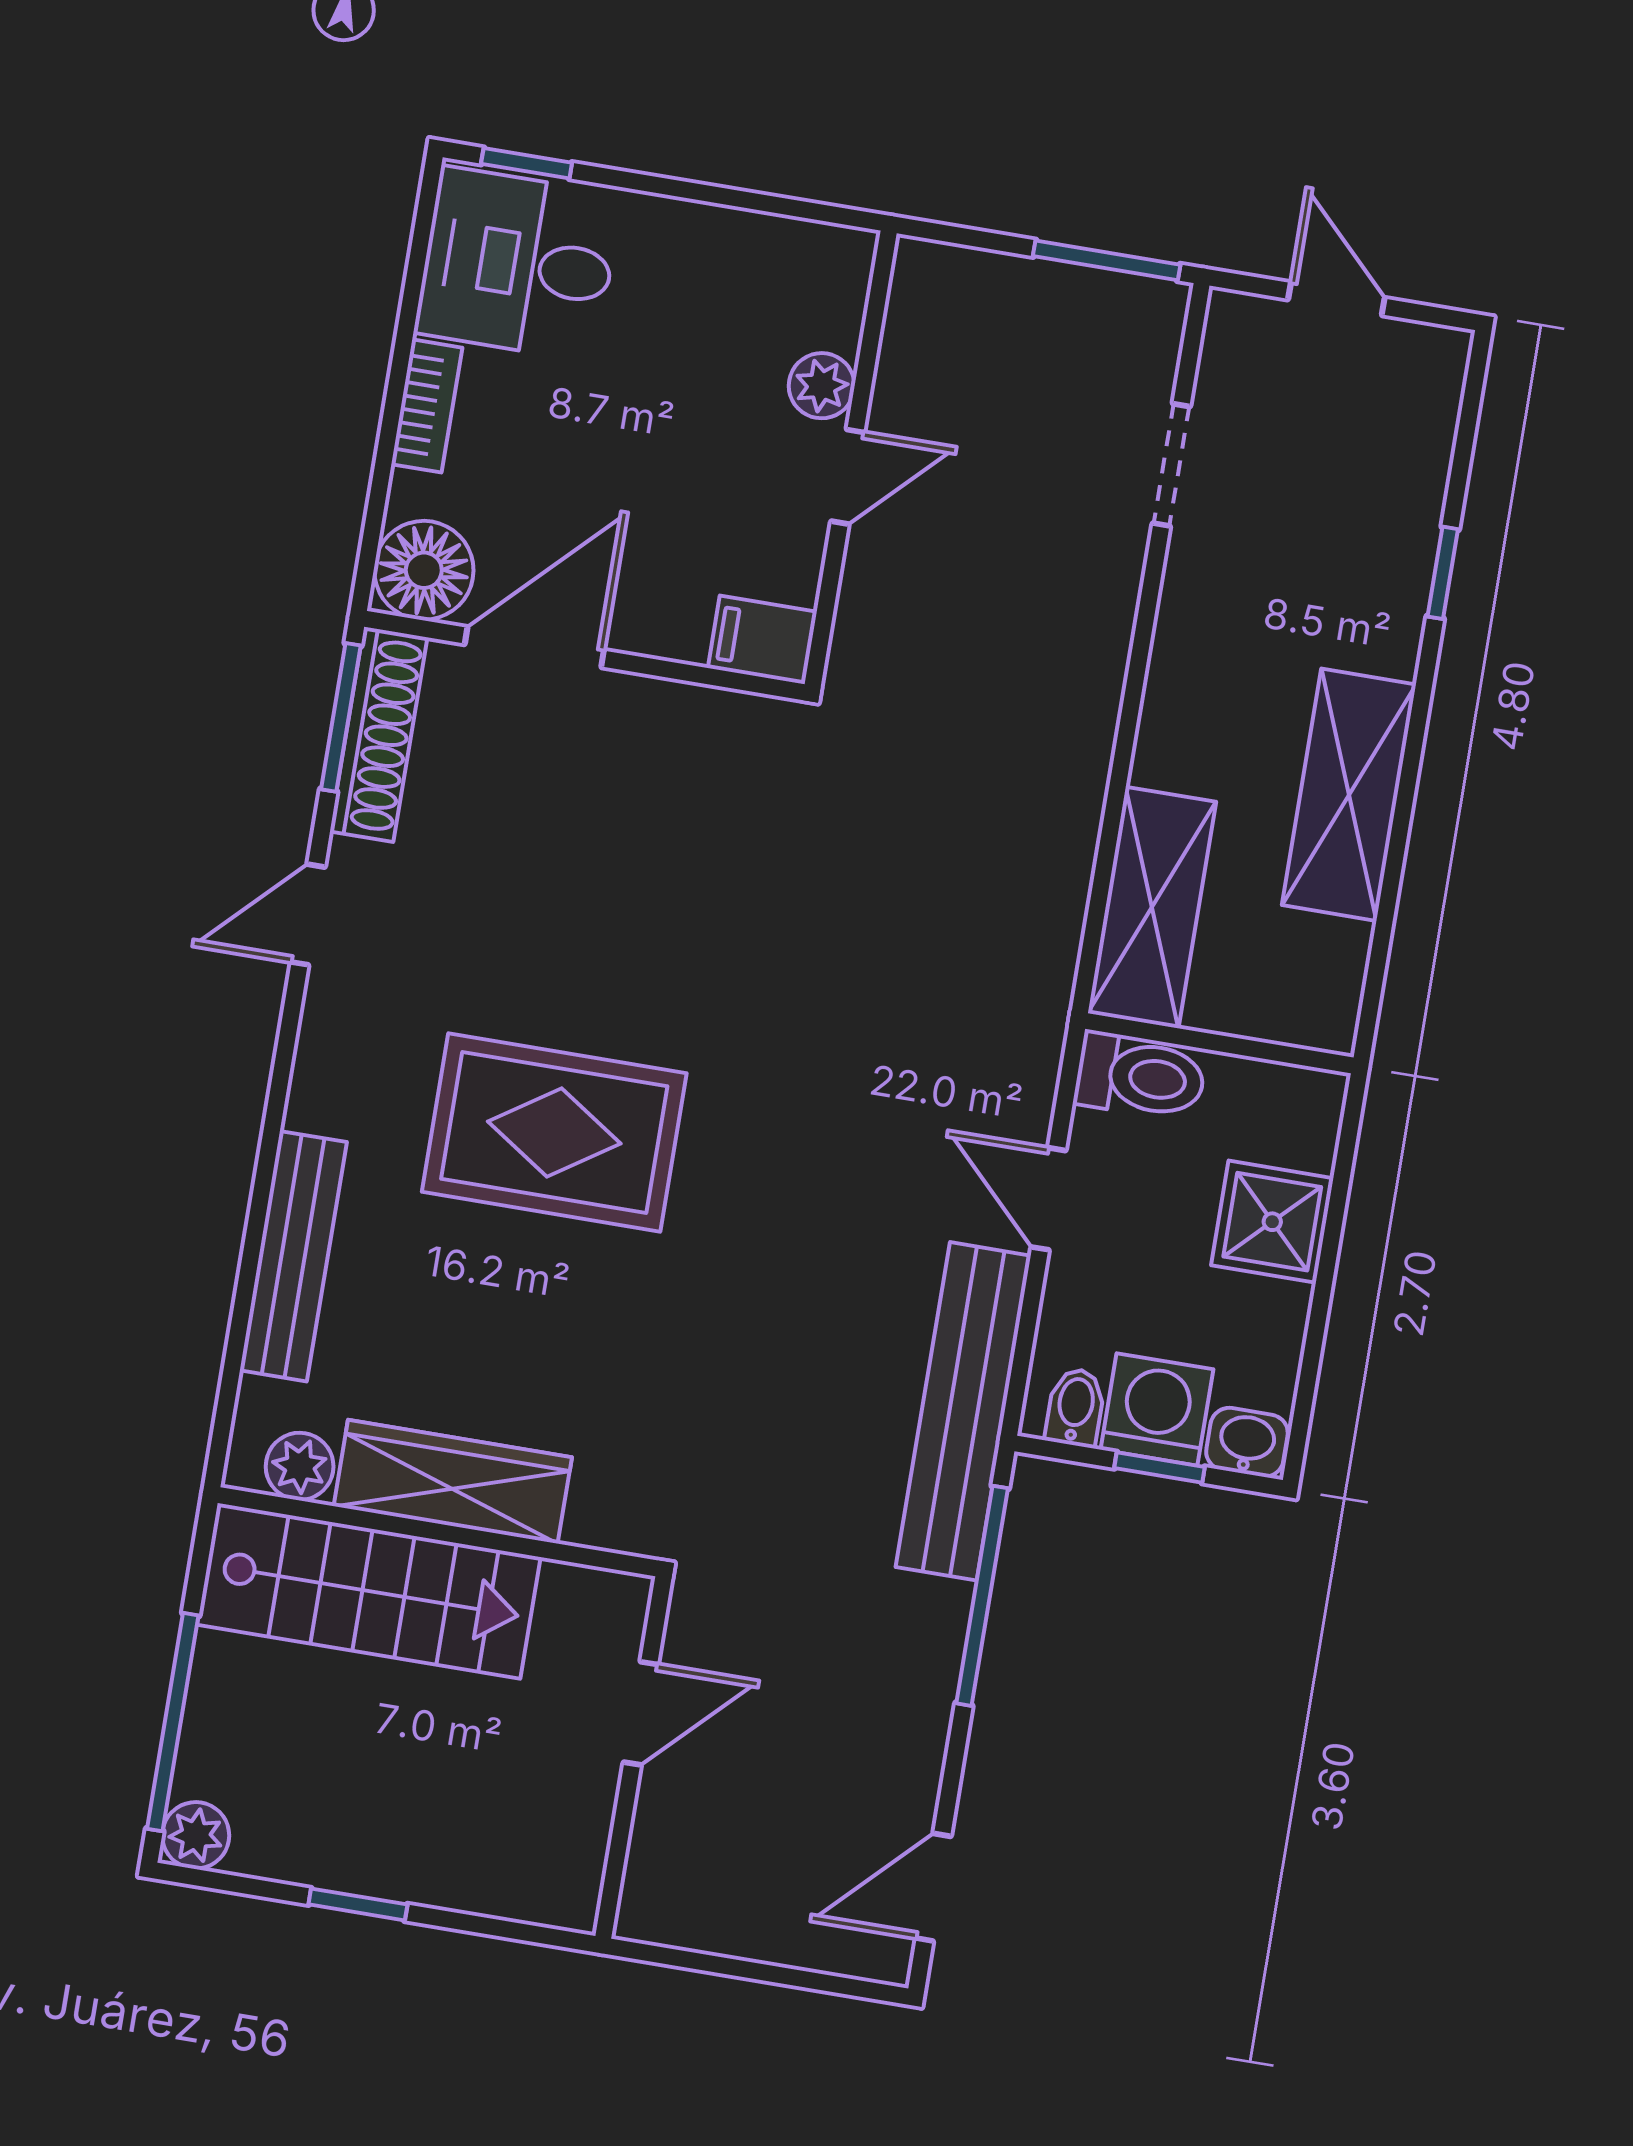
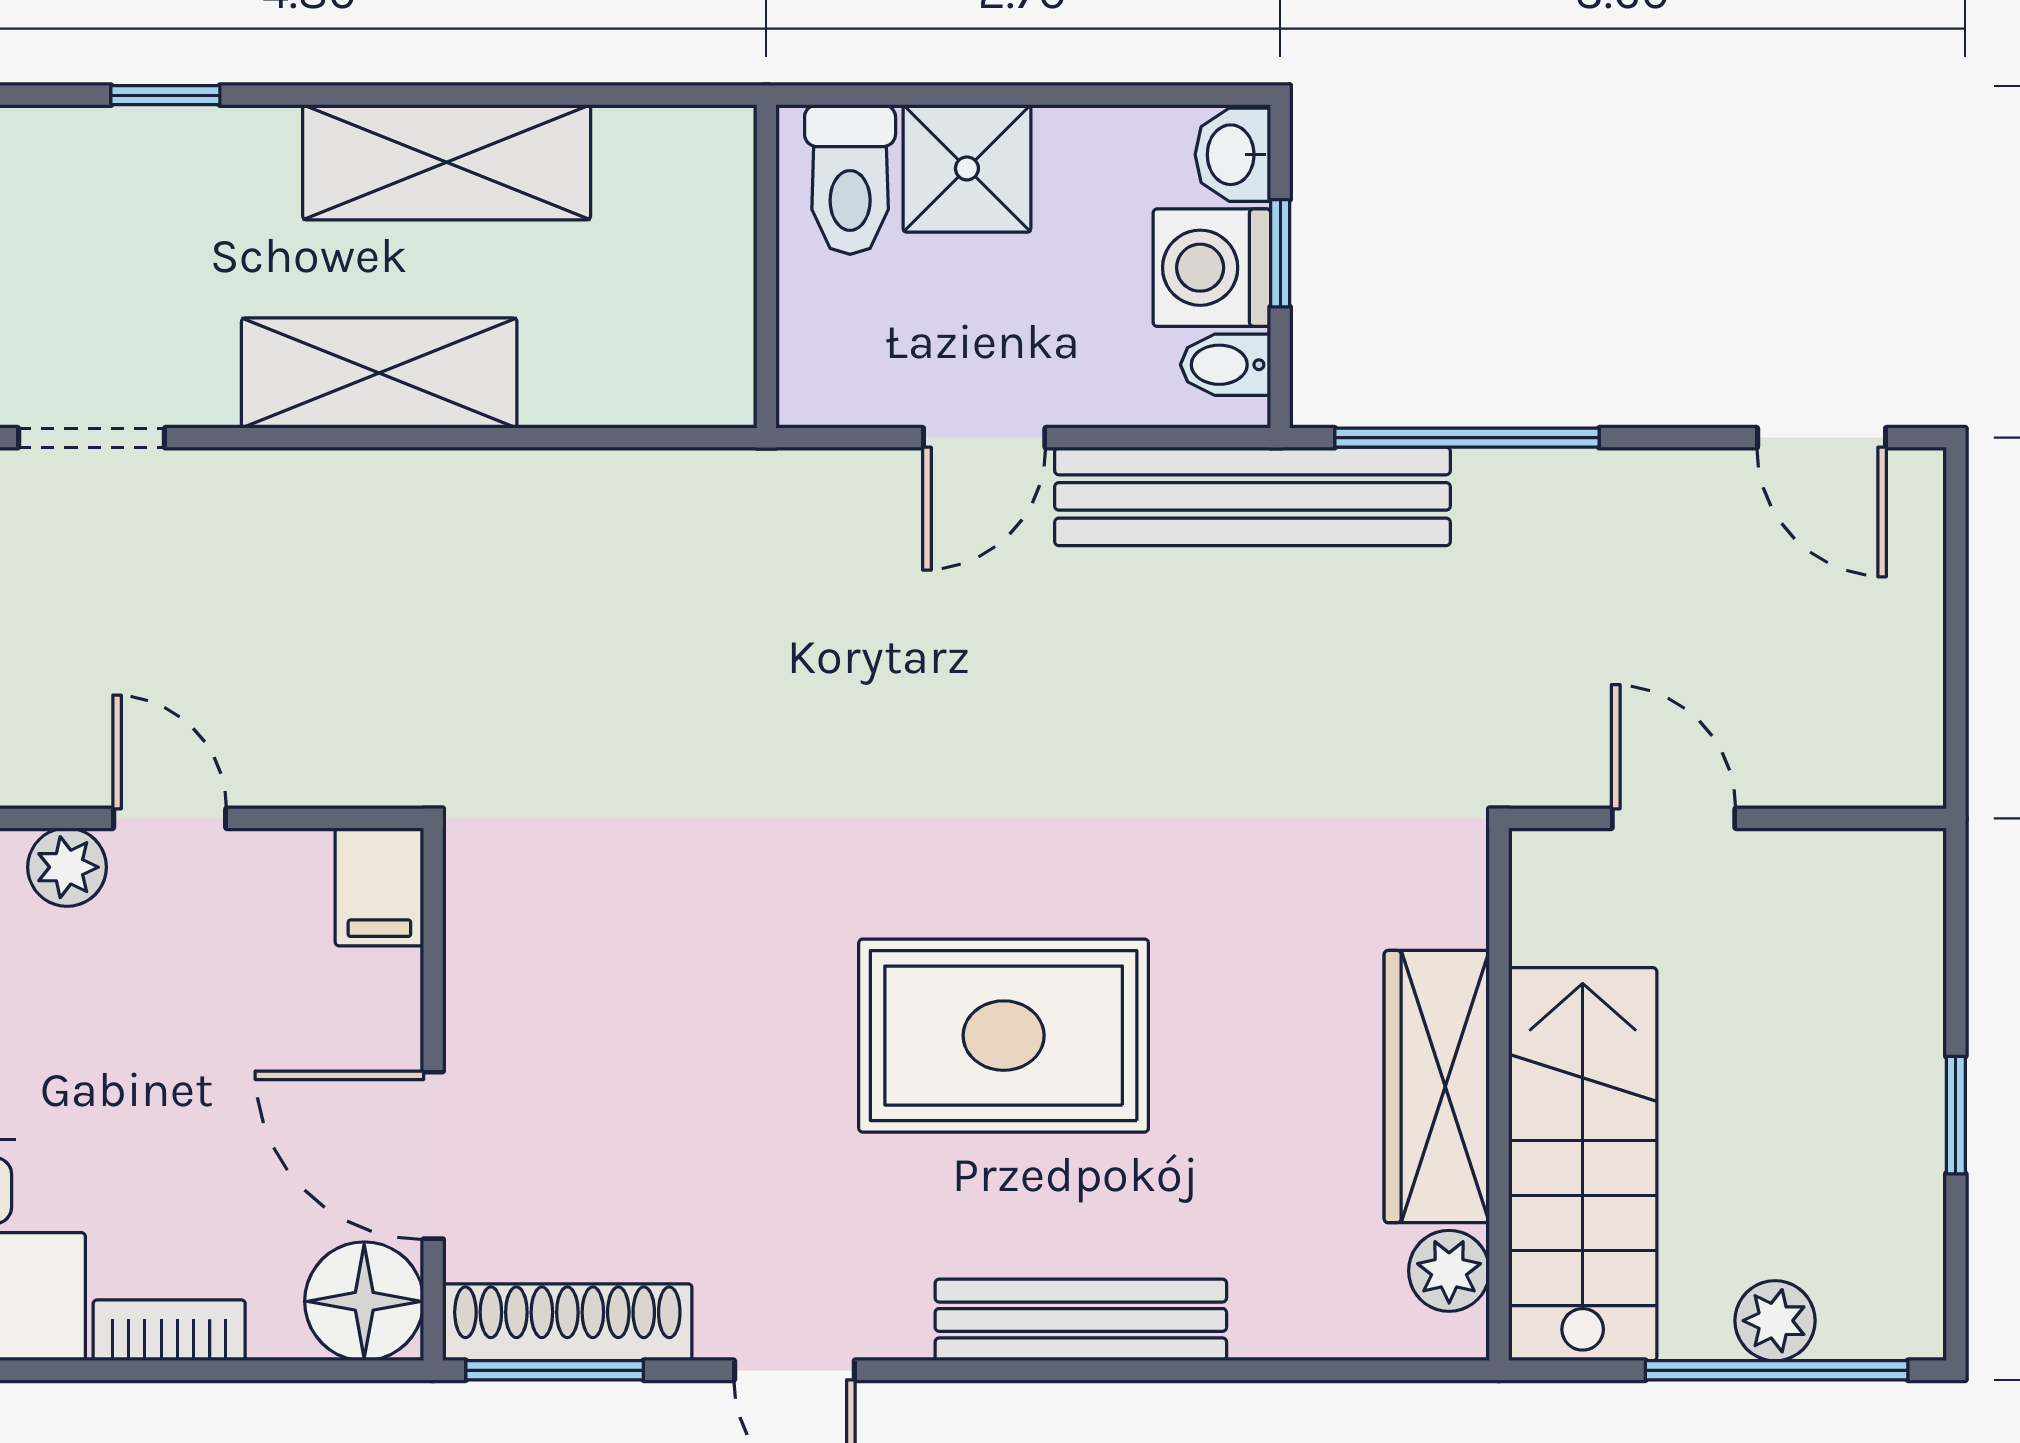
shelving: (1152, 907) -> (379, 373), moved
toilet: (1140, 1077) -> (850, 180), moved, turned 180
rug: (554, 1133) -> (1004, 1036), turned 90
bench: (293, 1256) -> (1081, 1320), moved
plant: (196, 1835) -> (1775, 1321), moved

